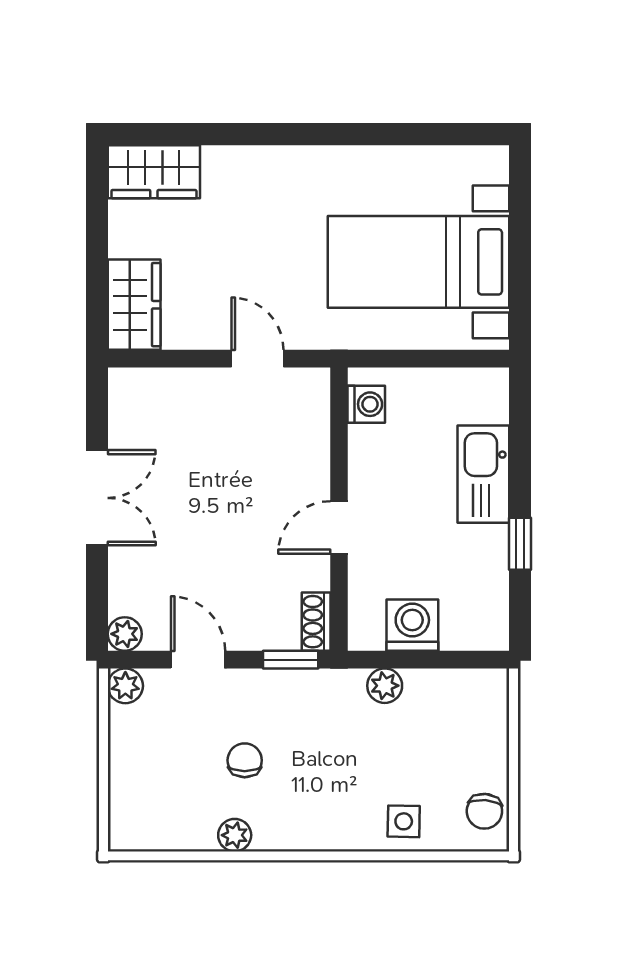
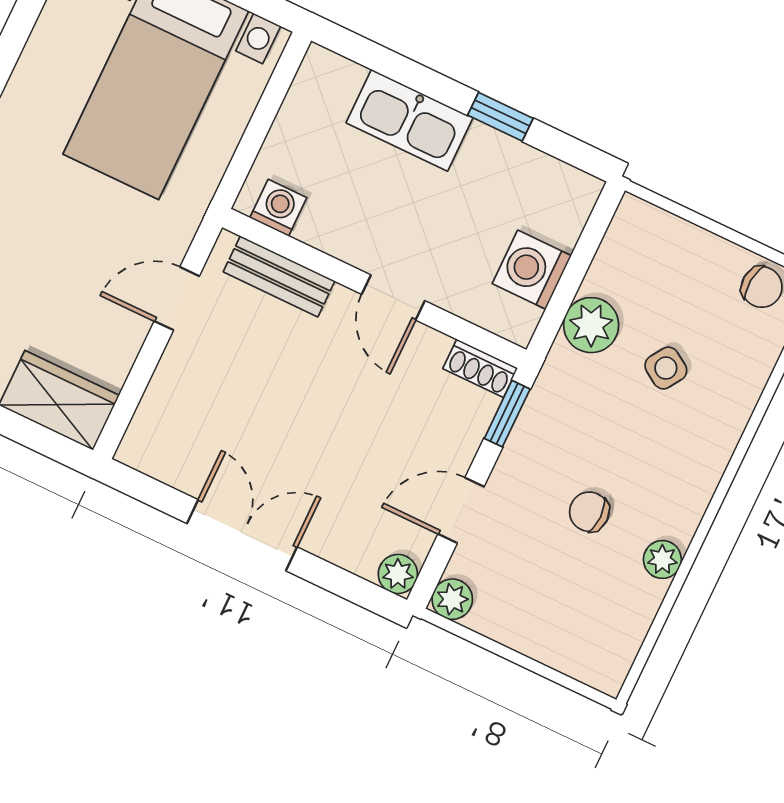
bench: (313, 430) -> (279, 276), added
plant: (385, 686) -> (591, 325), width x1.38, depth x1.38
side table: (404, 821) -> (666, 368), moved, turned 32

